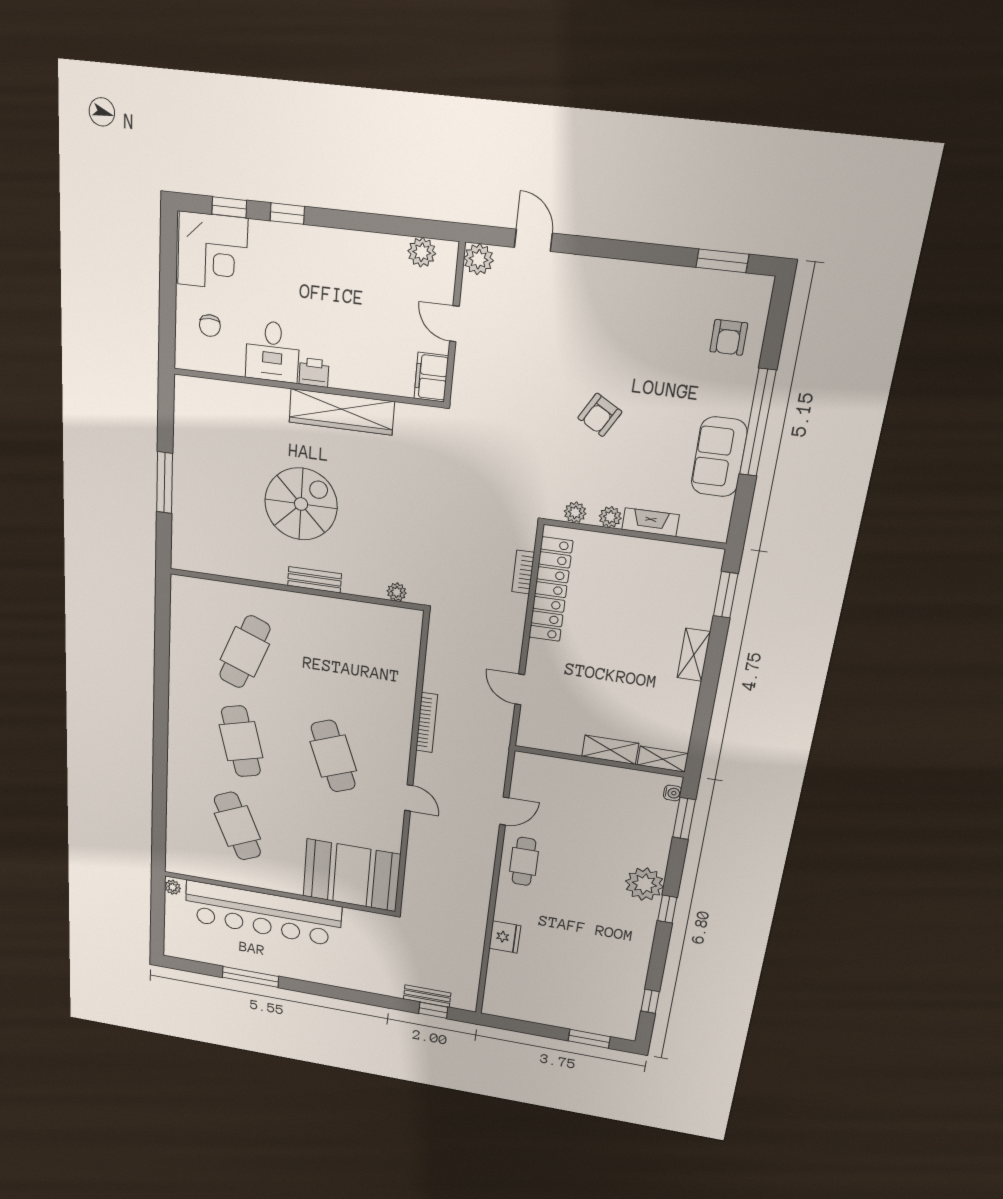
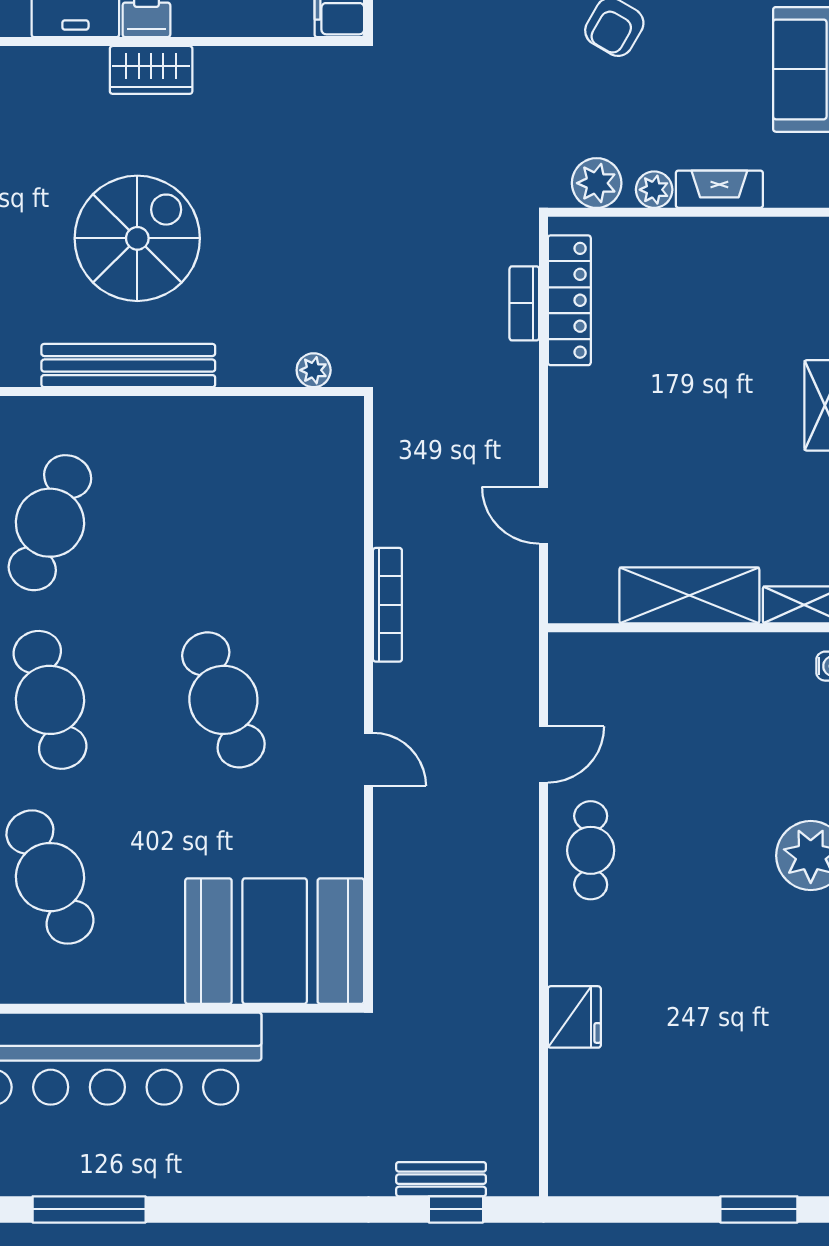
wardrobe: (341, 412) -> (151, 70), width x0.48, depth x0.85
plant: (575, 512) -> (597, 183), width x1.38, depth x1.38
bench: (314, 580) -> (128, 366), width x1.86, depth x1.21
locker: (551, 590) -> (569, 300), width x0.71, depth x0.83
shelving: (610, 750) -> (689, 595), width x1.50, depth x1.33

